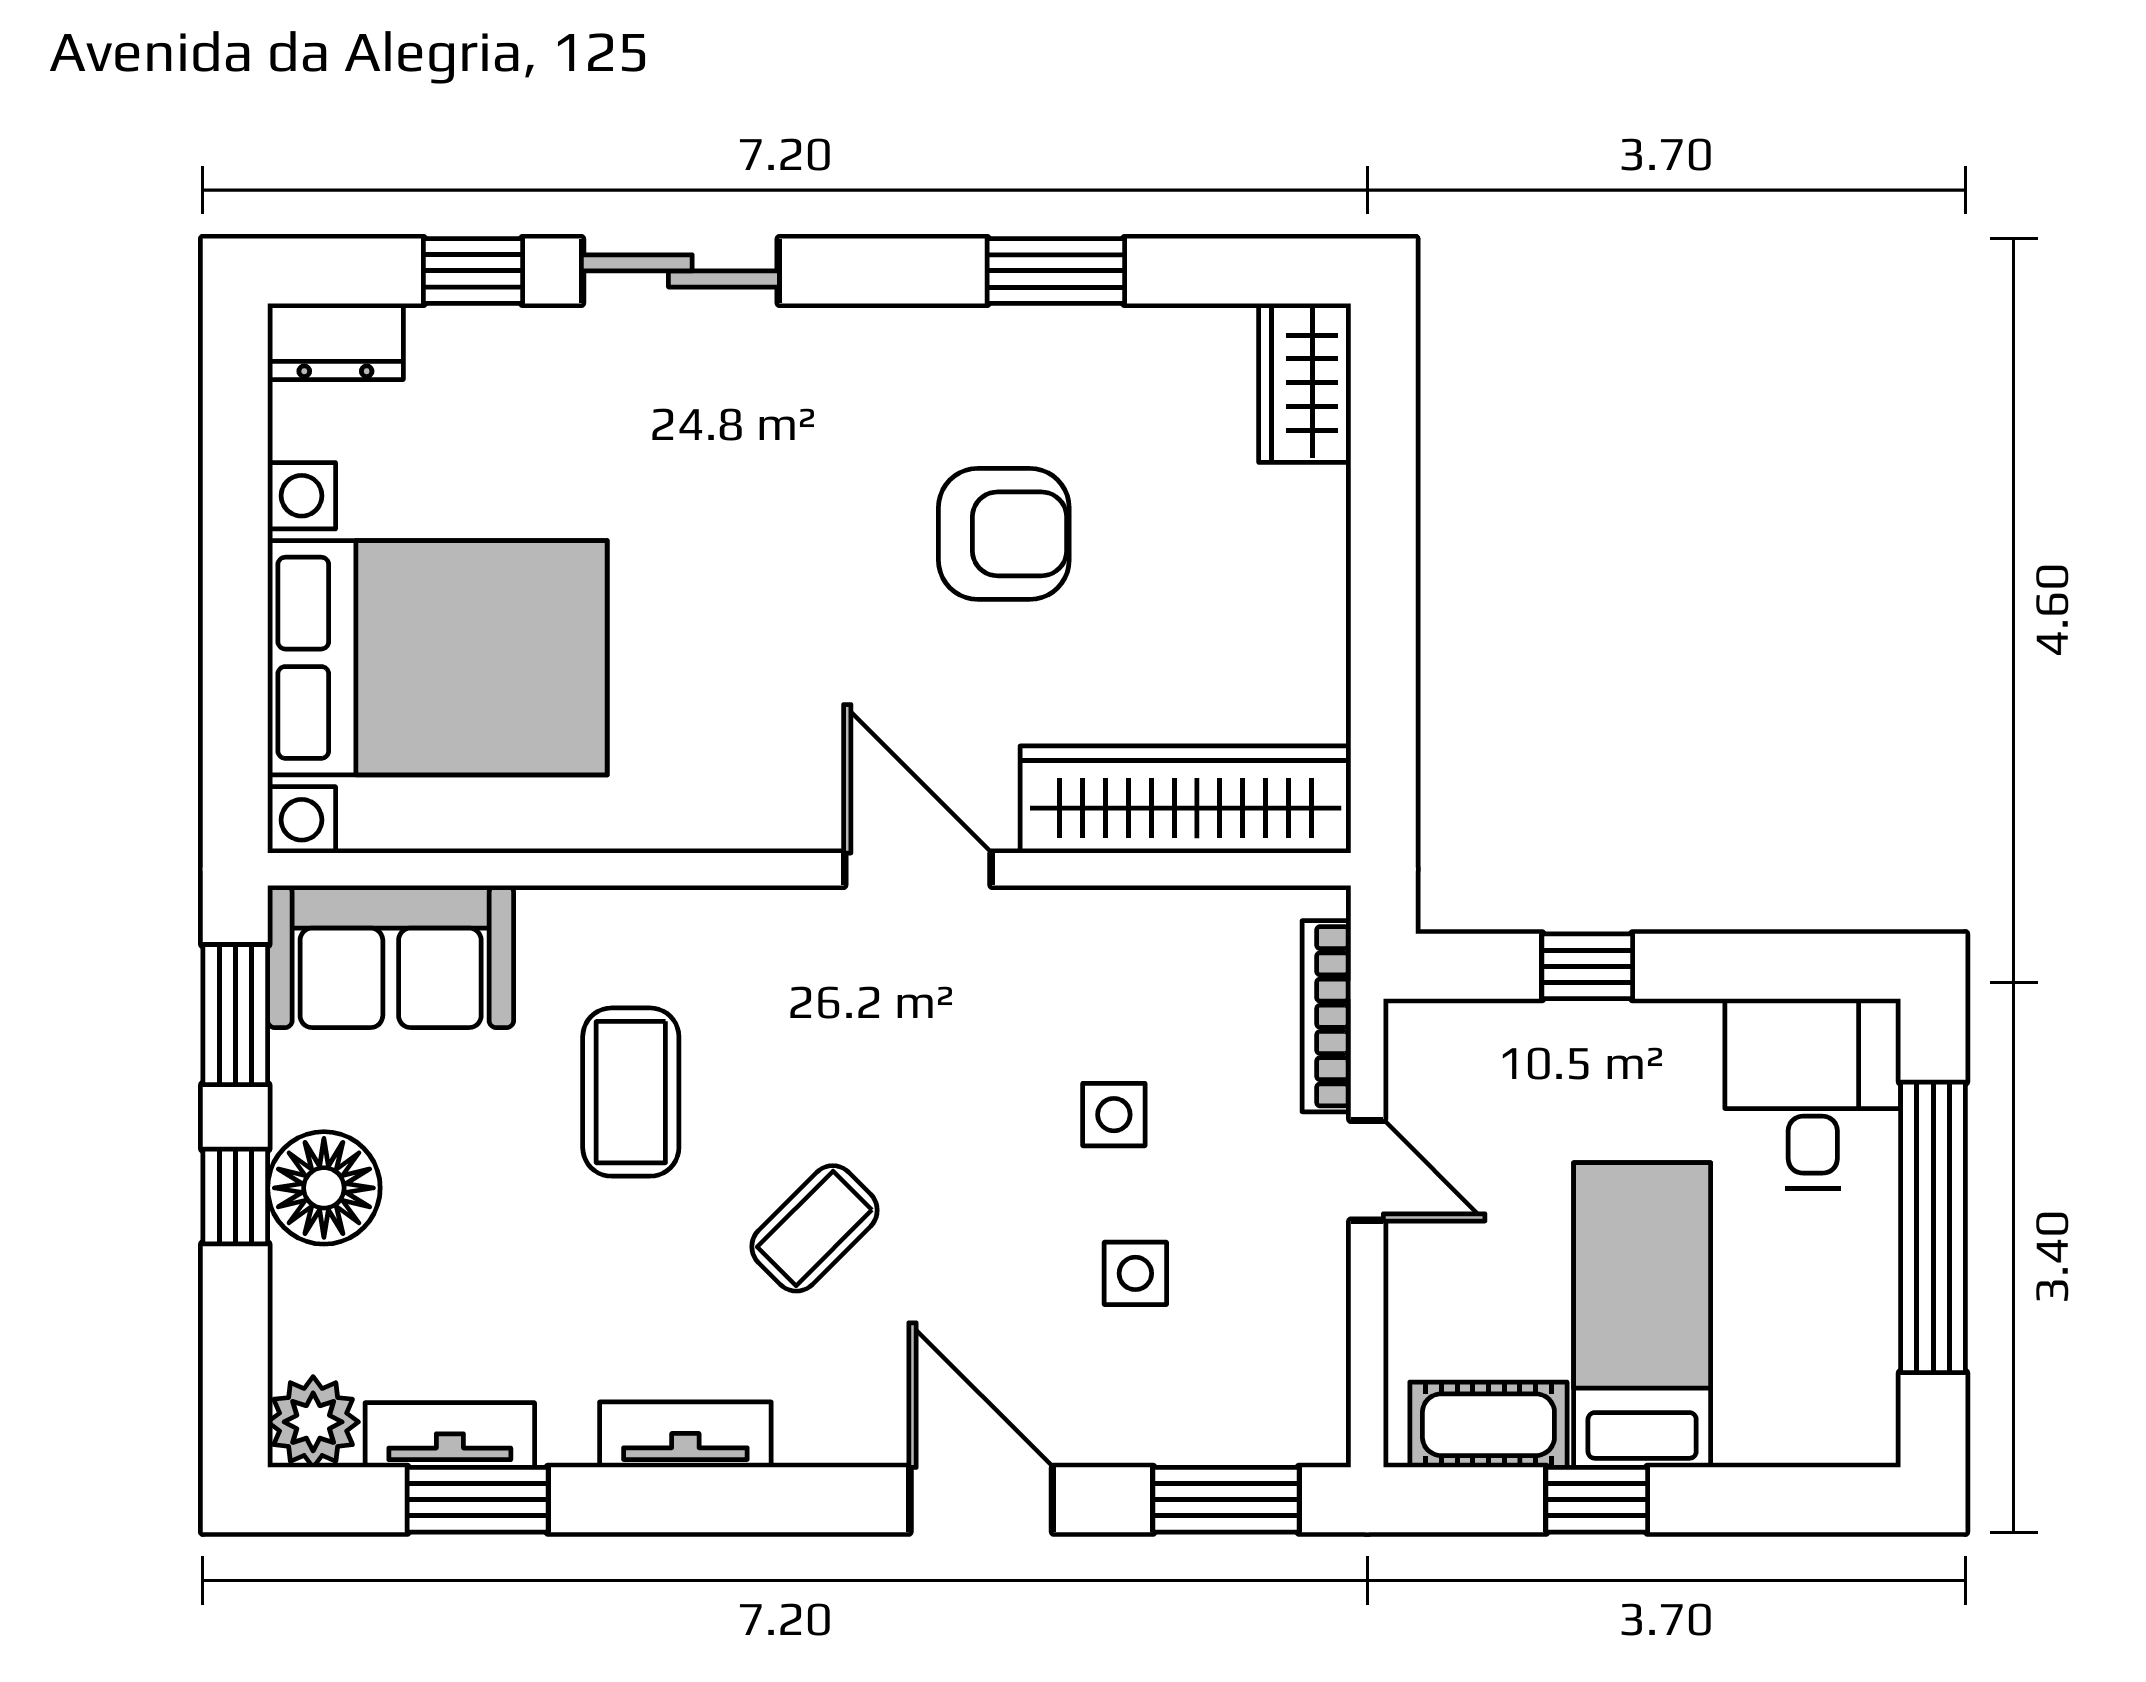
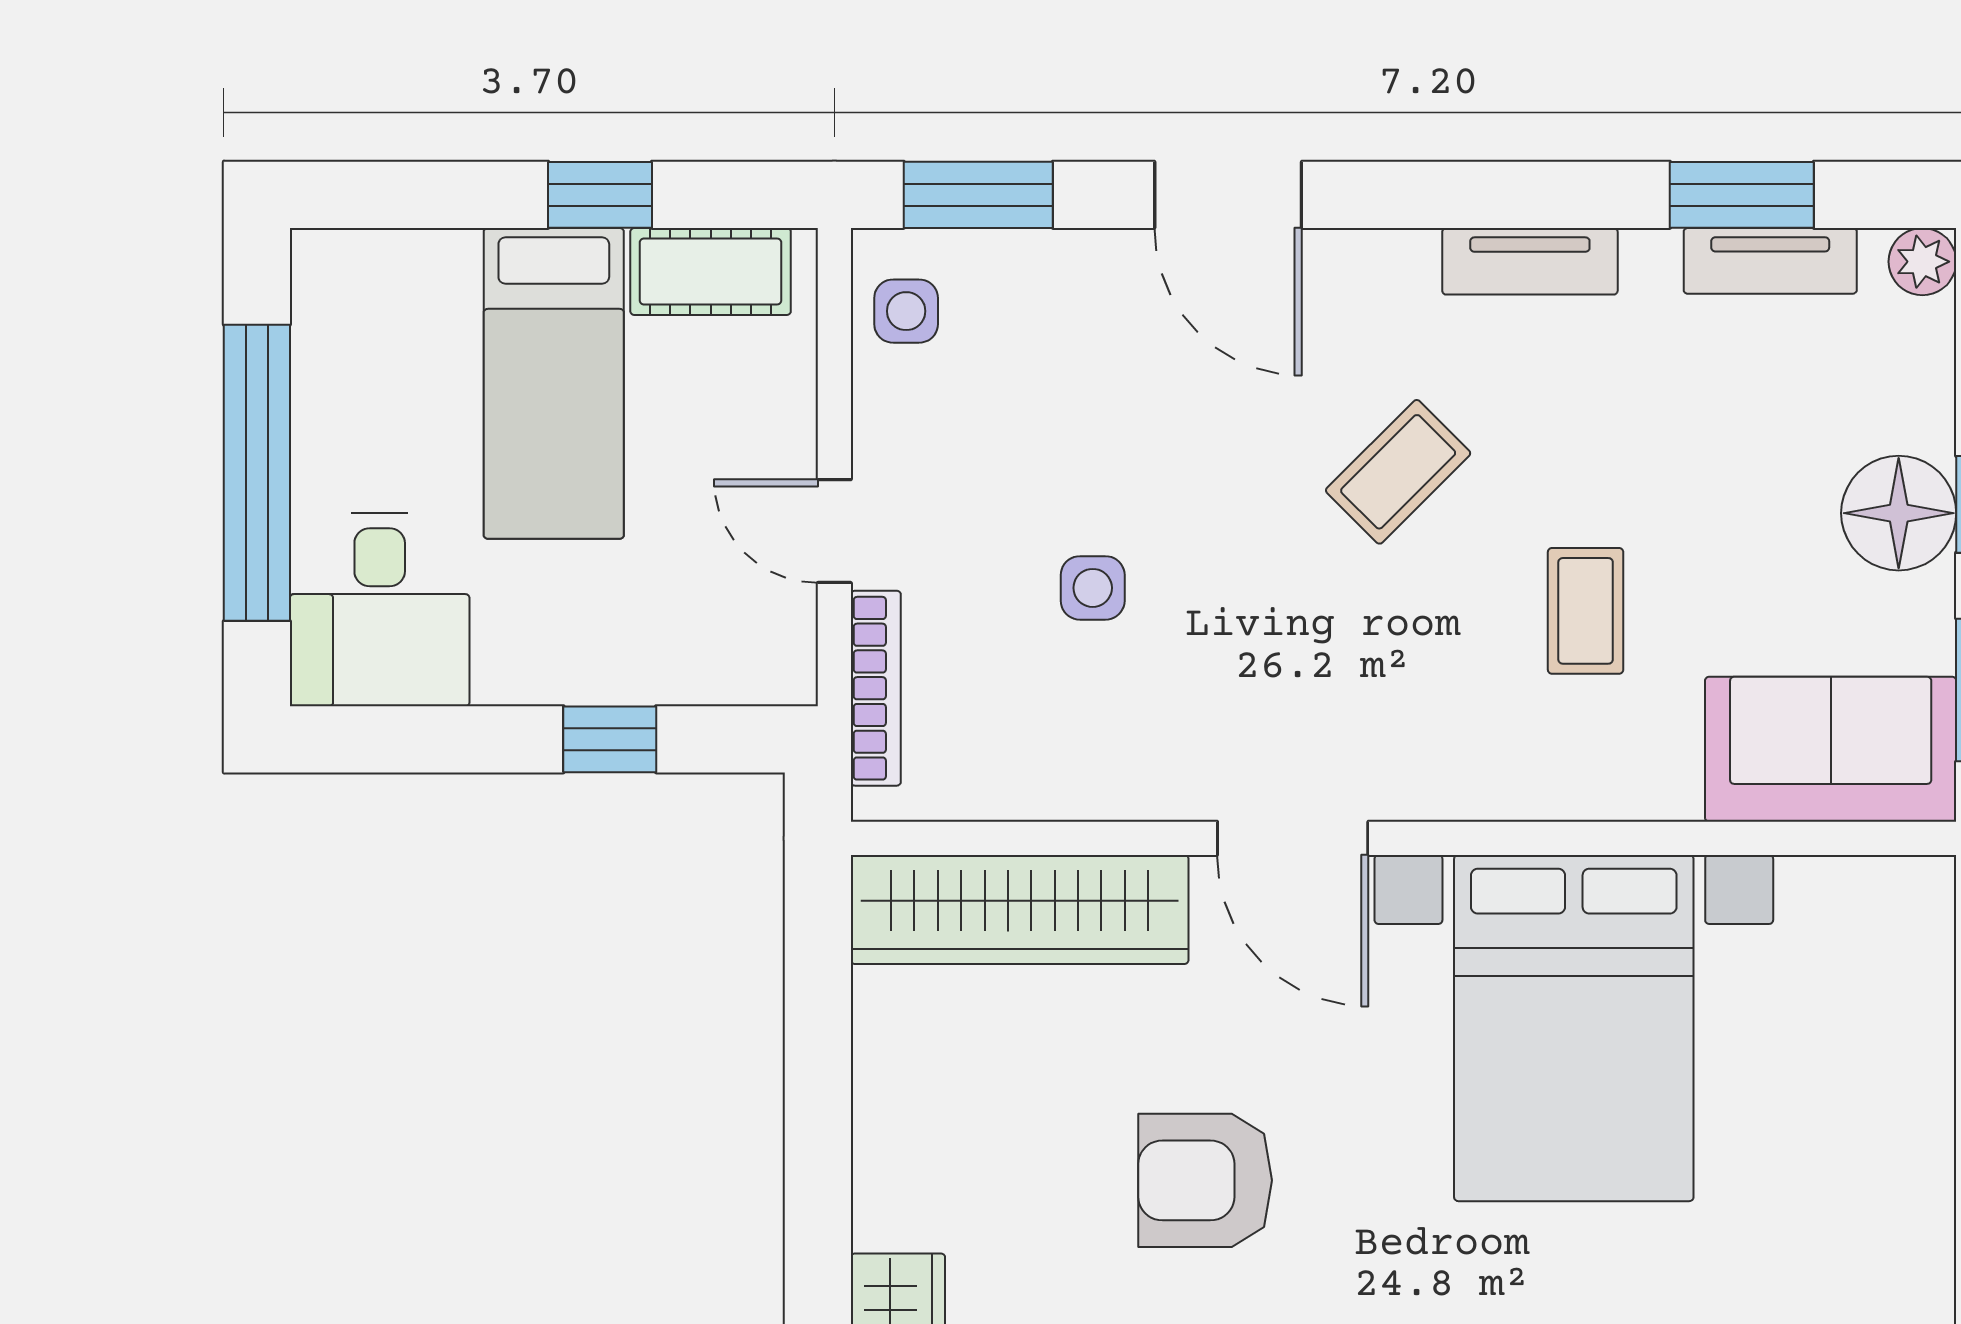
bed with nightstands: (437, 658) -> (1574, 1028), moved, turned -90
coffee table: (631, 1092) -> (1586, 611), width x0.73, depth x0.77
side table: (1135, 1273) -> (906, 311), moved
plant: (313, 1422) -> (1922, 262), width x0.73, depth x0.73

